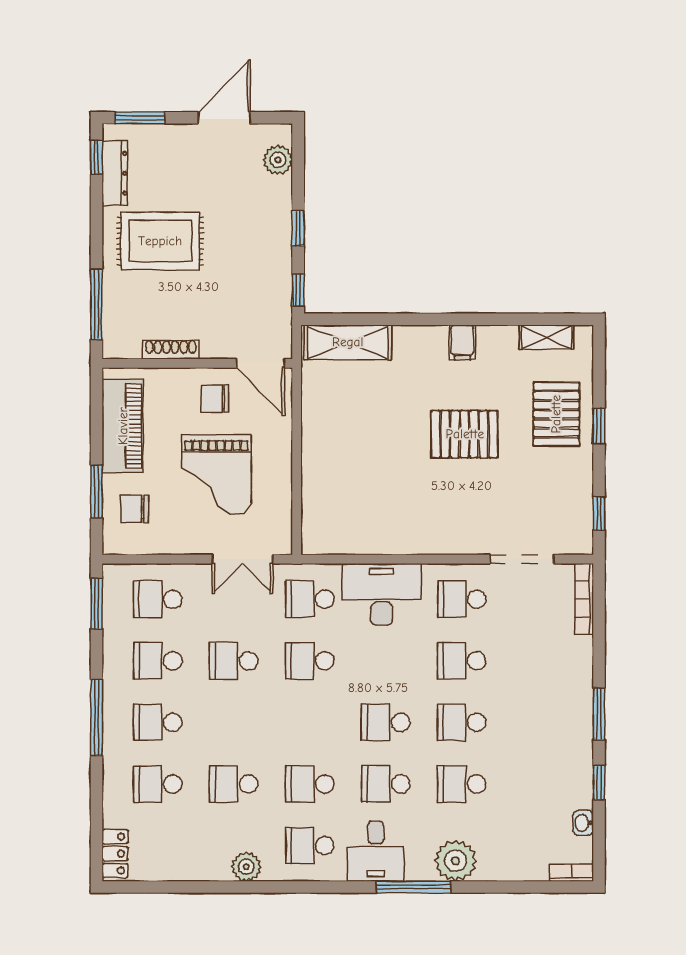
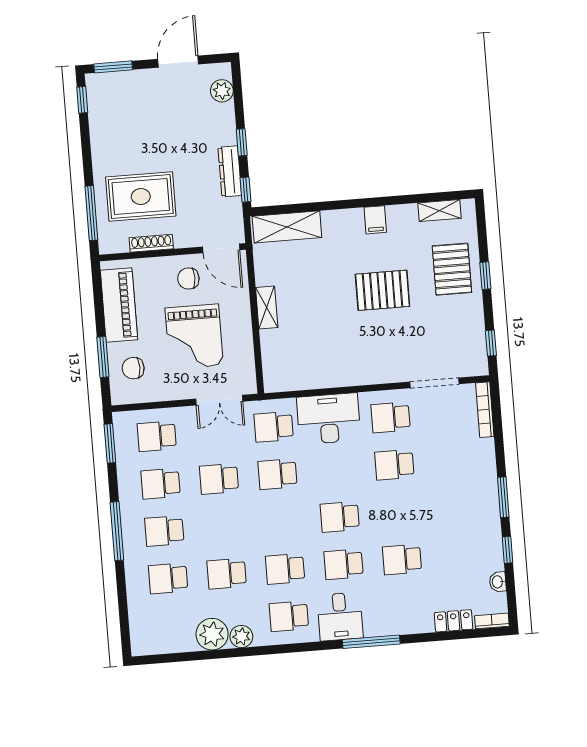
dresser: (115, 173) -> (230, 171), moved, turned 180
rug: (160, 241) -> (141, 197), moved
shelving: (313, 444) -> (267, 307), added
school desk: (462, 722) -> (398, 512), removed
locker: (115, 854) -> (454, 621), moved, turned -90
plant: (456, 861) -> (212, 634), moved

